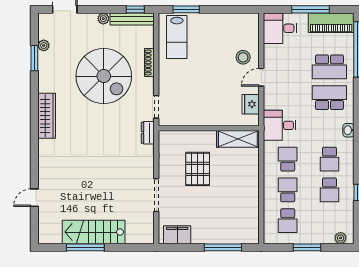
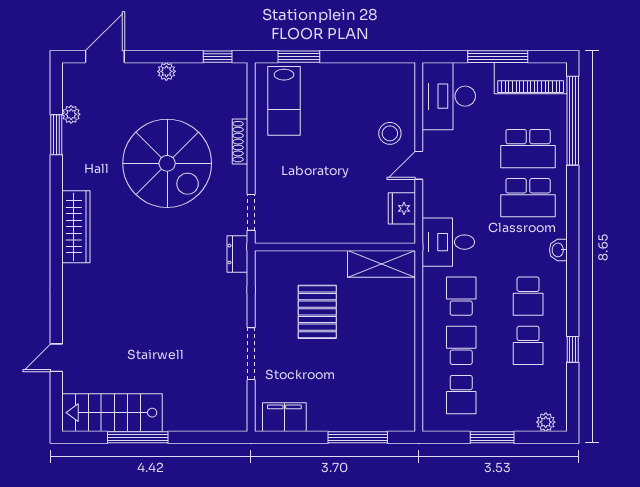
bench: (132, 19) -> (213, 72), removed
desk: (280, 28) -> (449, 96), width x1.37
school desk: (329, 98) -> (528, 198), turned 180
stairs: (94, 232) -> (112, 413), moved

